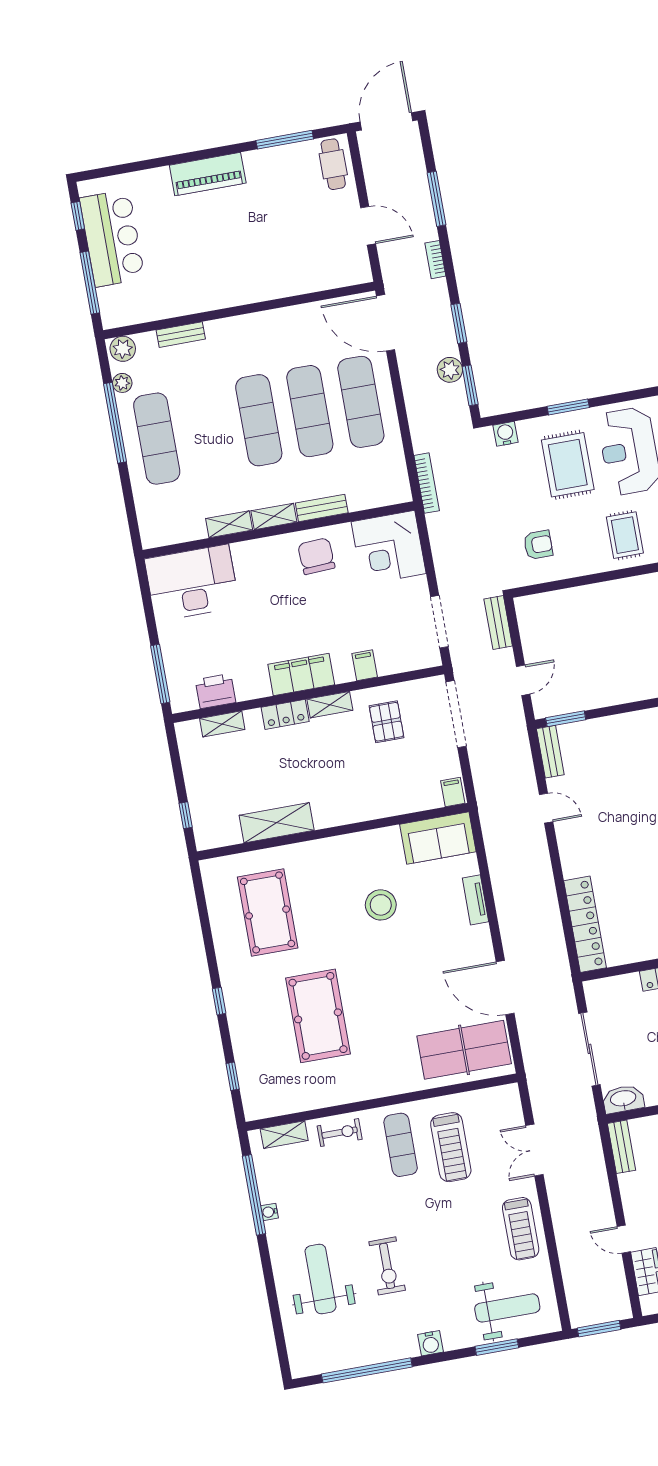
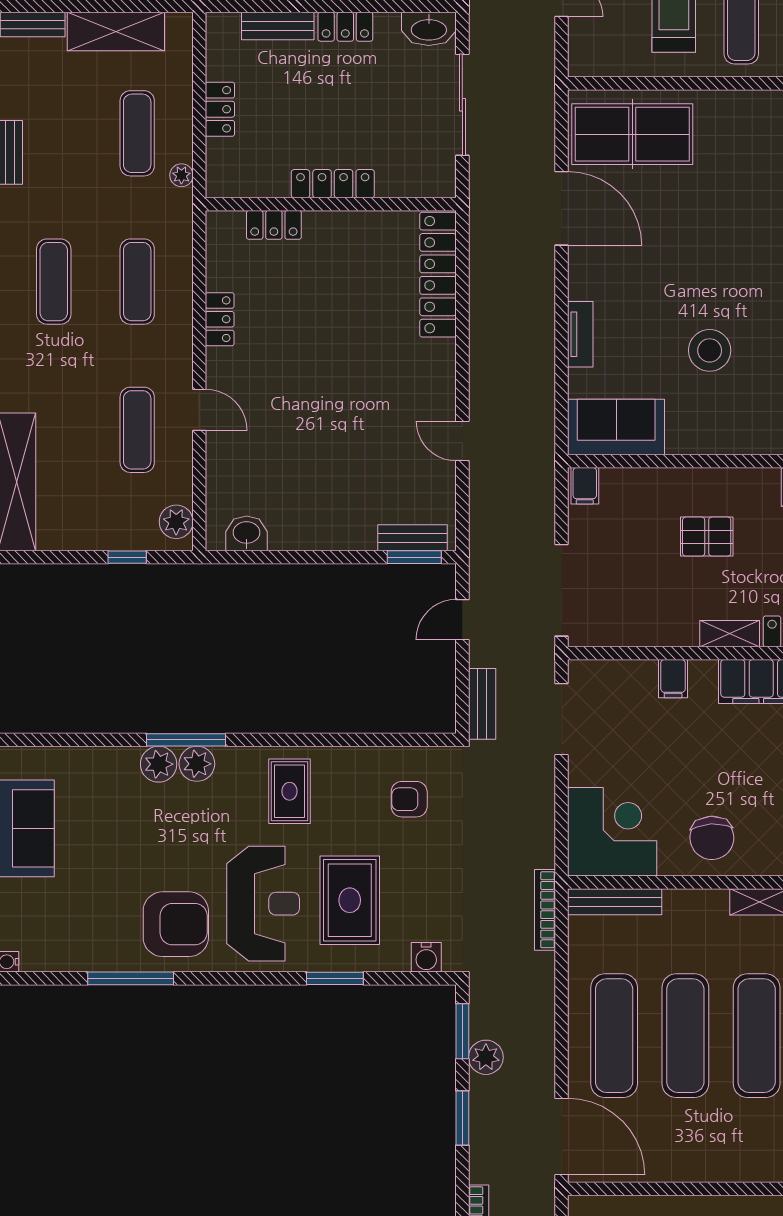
bench: (322, 508) -> (615, 902), moved, width x1.36
pallet: (387, 722) -> (707, 537), moved, turned 90
bench: (550, 752) -> (412, 538), moved, turned 90

